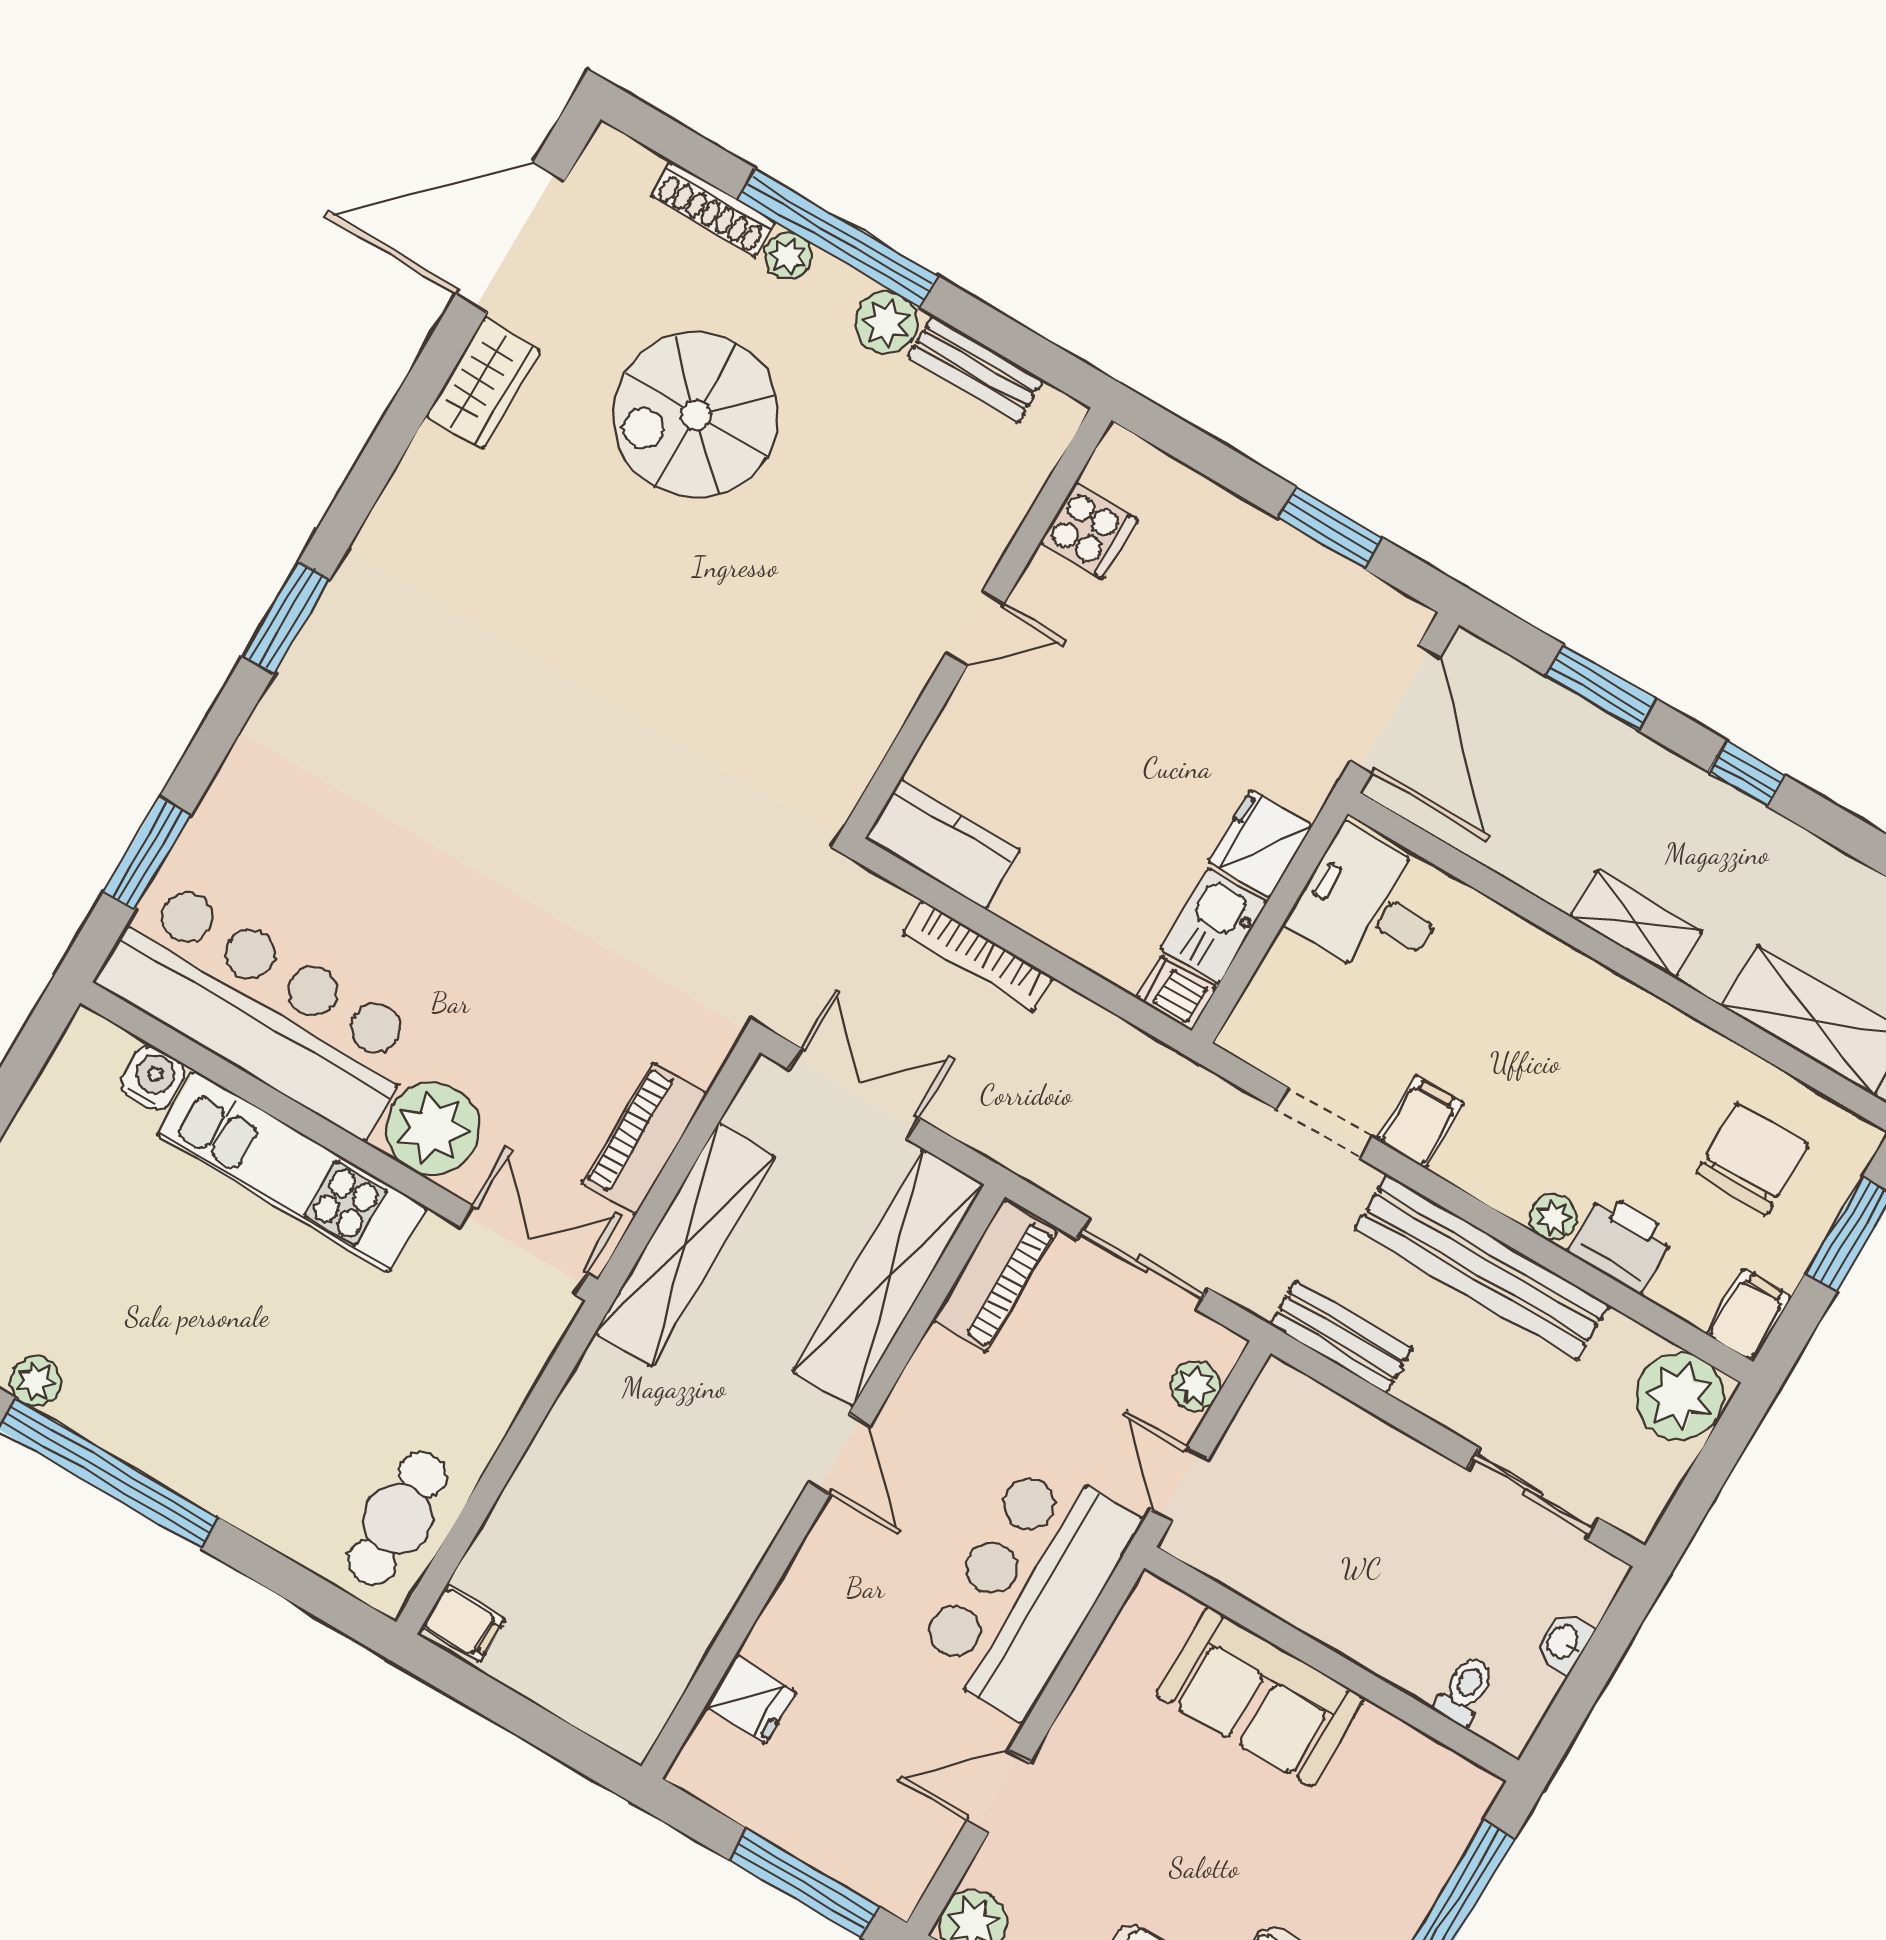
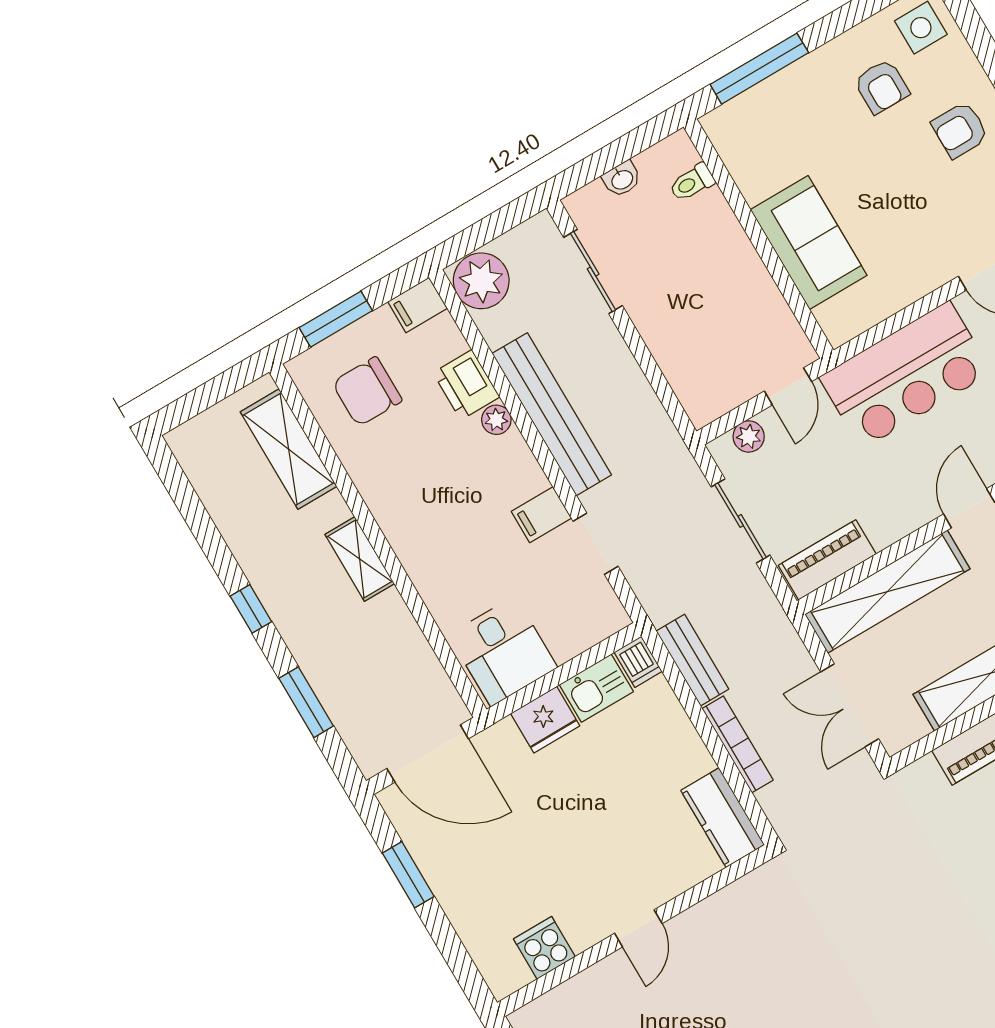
door: (975, 629) -> (638, 928), swing flipped
door: (1395, 709) -> (428, 754), swing flipped
bench: (1341, 1337) -> (692, 660), moved

